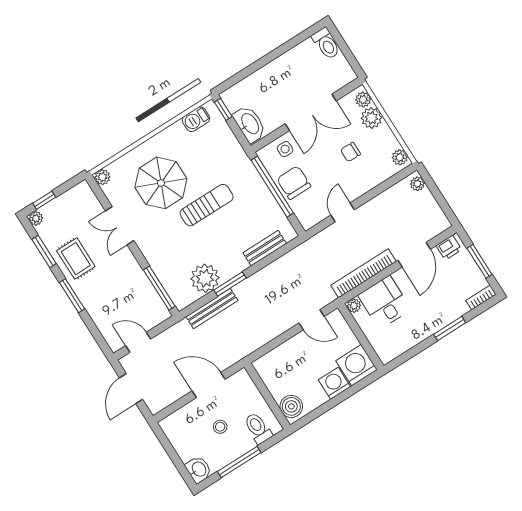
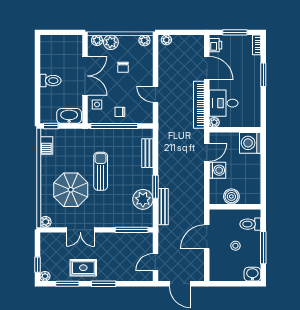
toilet: (326, 44) -> (50, 81), moved
chair: (294, 183) -> (120, 112), width x0.54, depth x0.54
washing machine: (334, 383) -> (218, 170), moved, turned 180
boiler: (291, 406) -> (231, 196), moved

